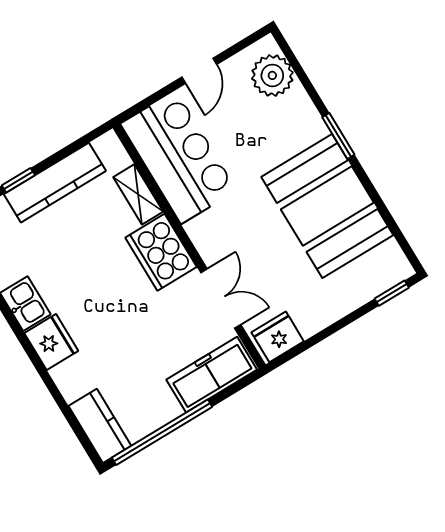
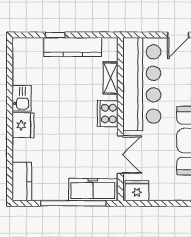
bar counter: (178, 157) -> (142, 84), width x1.36
cooker: (161, 252) -> (108, 114), width x0.73, depth x0.76
window: (162, 432) -> (73, 203), moved

